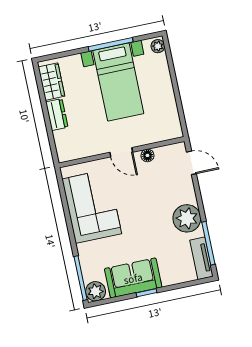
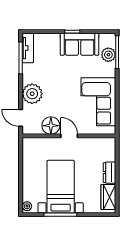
floor lamp: (147, 155) -> (51, 126), width x1.89, depth x1.89
plant: (187, 218) -> (32, 94), moved
plant: (96, 291) -> (108, 55), moved

